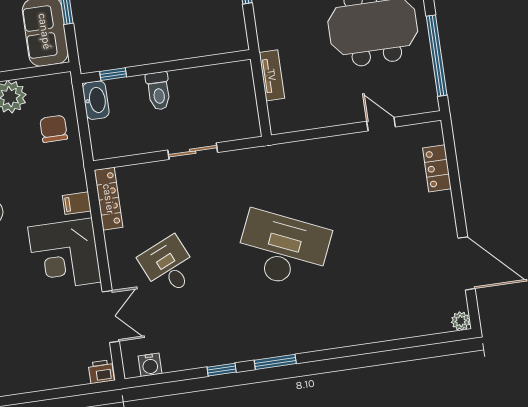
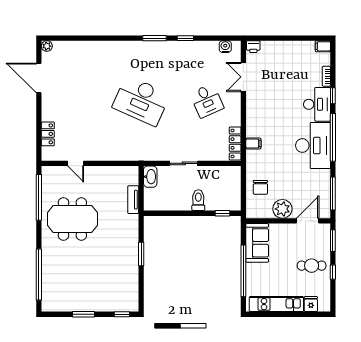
washbasin: (96, 100) -> (150, 177), moved, turned 180
corner desk: (64, 254) -> (264, 116), removed

